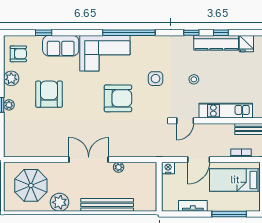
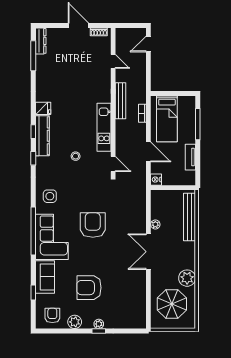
window: (129, 33) -> (33, 231), moved
side table: (156, 79) -> (50, 196), moved
bench: (107, 205) -> (189, 217), moved

